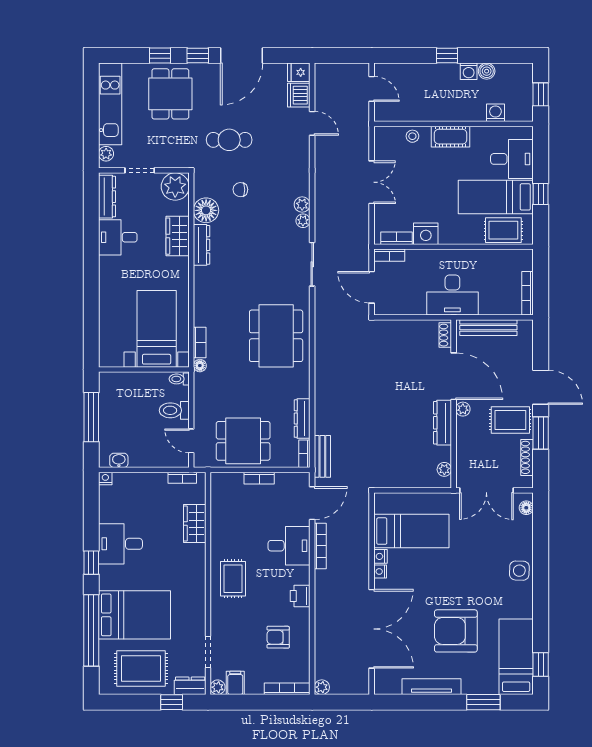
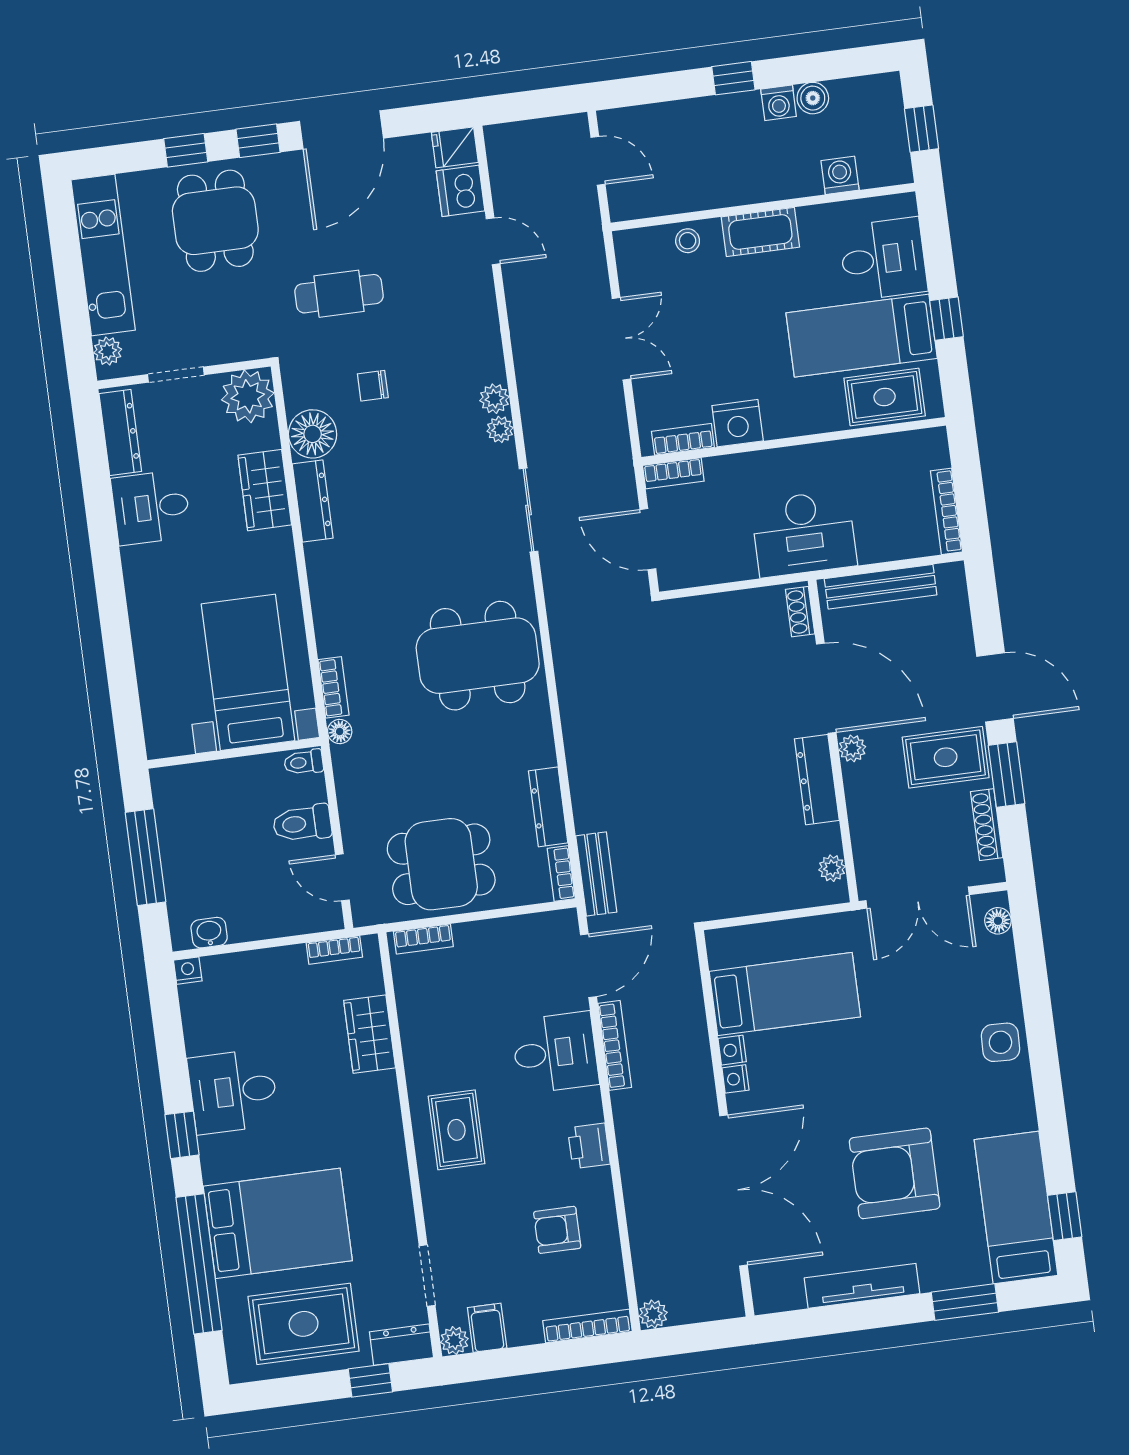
dining table: (276, 336) -> (478, 656), turned 90
bookcase: (259, 478) -> (423, 939), moved

